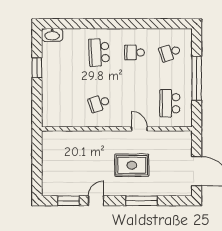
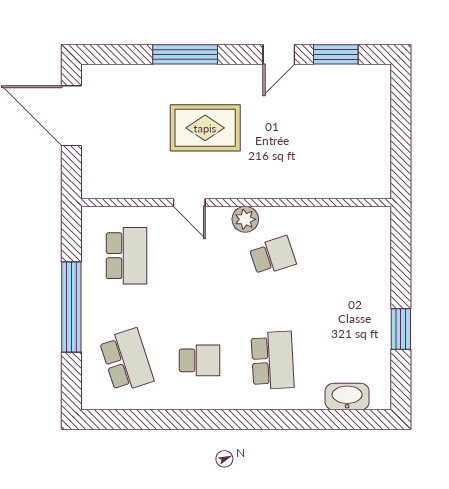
washbasin: (52, 35) -> (347, 397), moved
school desk: (170, 52) -> (127, 360), width x1.85
plant: (112, 121) -> (245, 219), added

